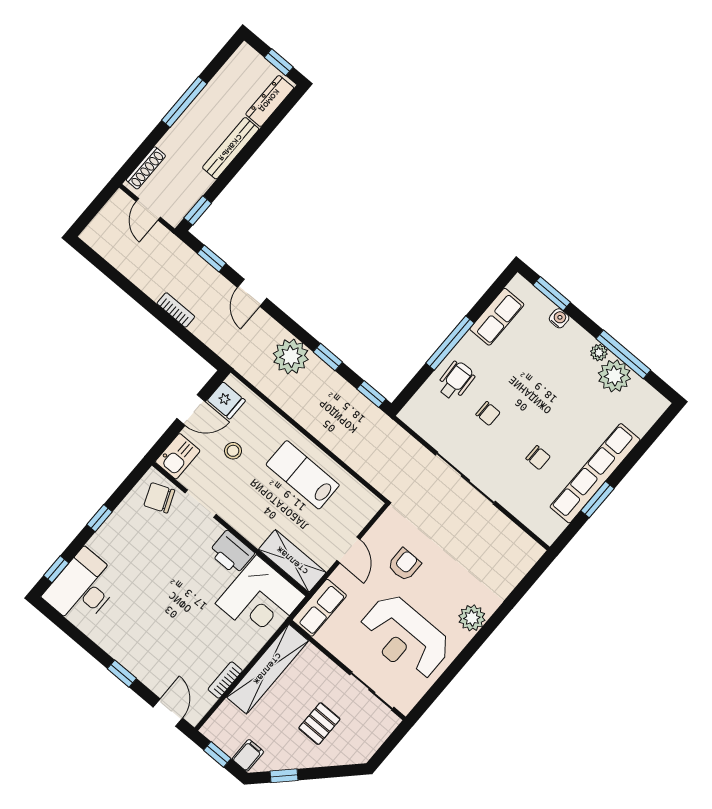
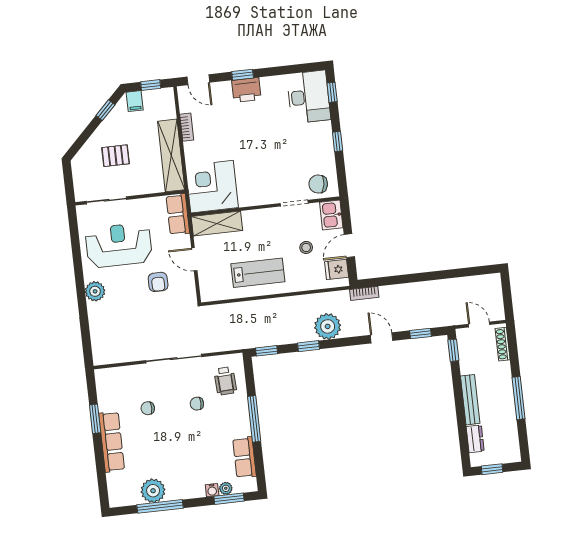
dresser: (270, 101) -> (475, 439), width x0.70
bookcase: (176, 310) -> (364, 293), moved
plant: (599, 353) -> (226, 488), moved
wheelchair: (456, 381) -> (225, 381), moved
row of seats: (595, 473) -> (112, 442), width x0.73
chair: (159, 498) -> (318, 184), turned -149
printer: (231, 553) -> (246, 90), moved, turned 180
pallet: (319, 724) -> (116, 156), turned 90

